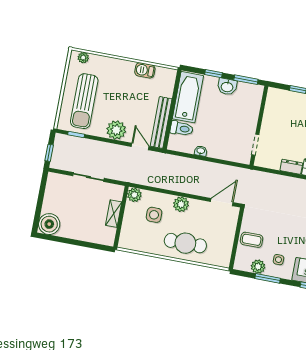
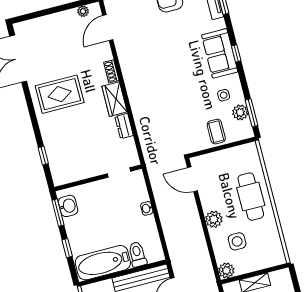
washbasin: (227, 87) -> (68, 206), moved
washbasin: (201, 151) -> (147, 208), moved
window: (268, 278) -> (252, 113), moved

